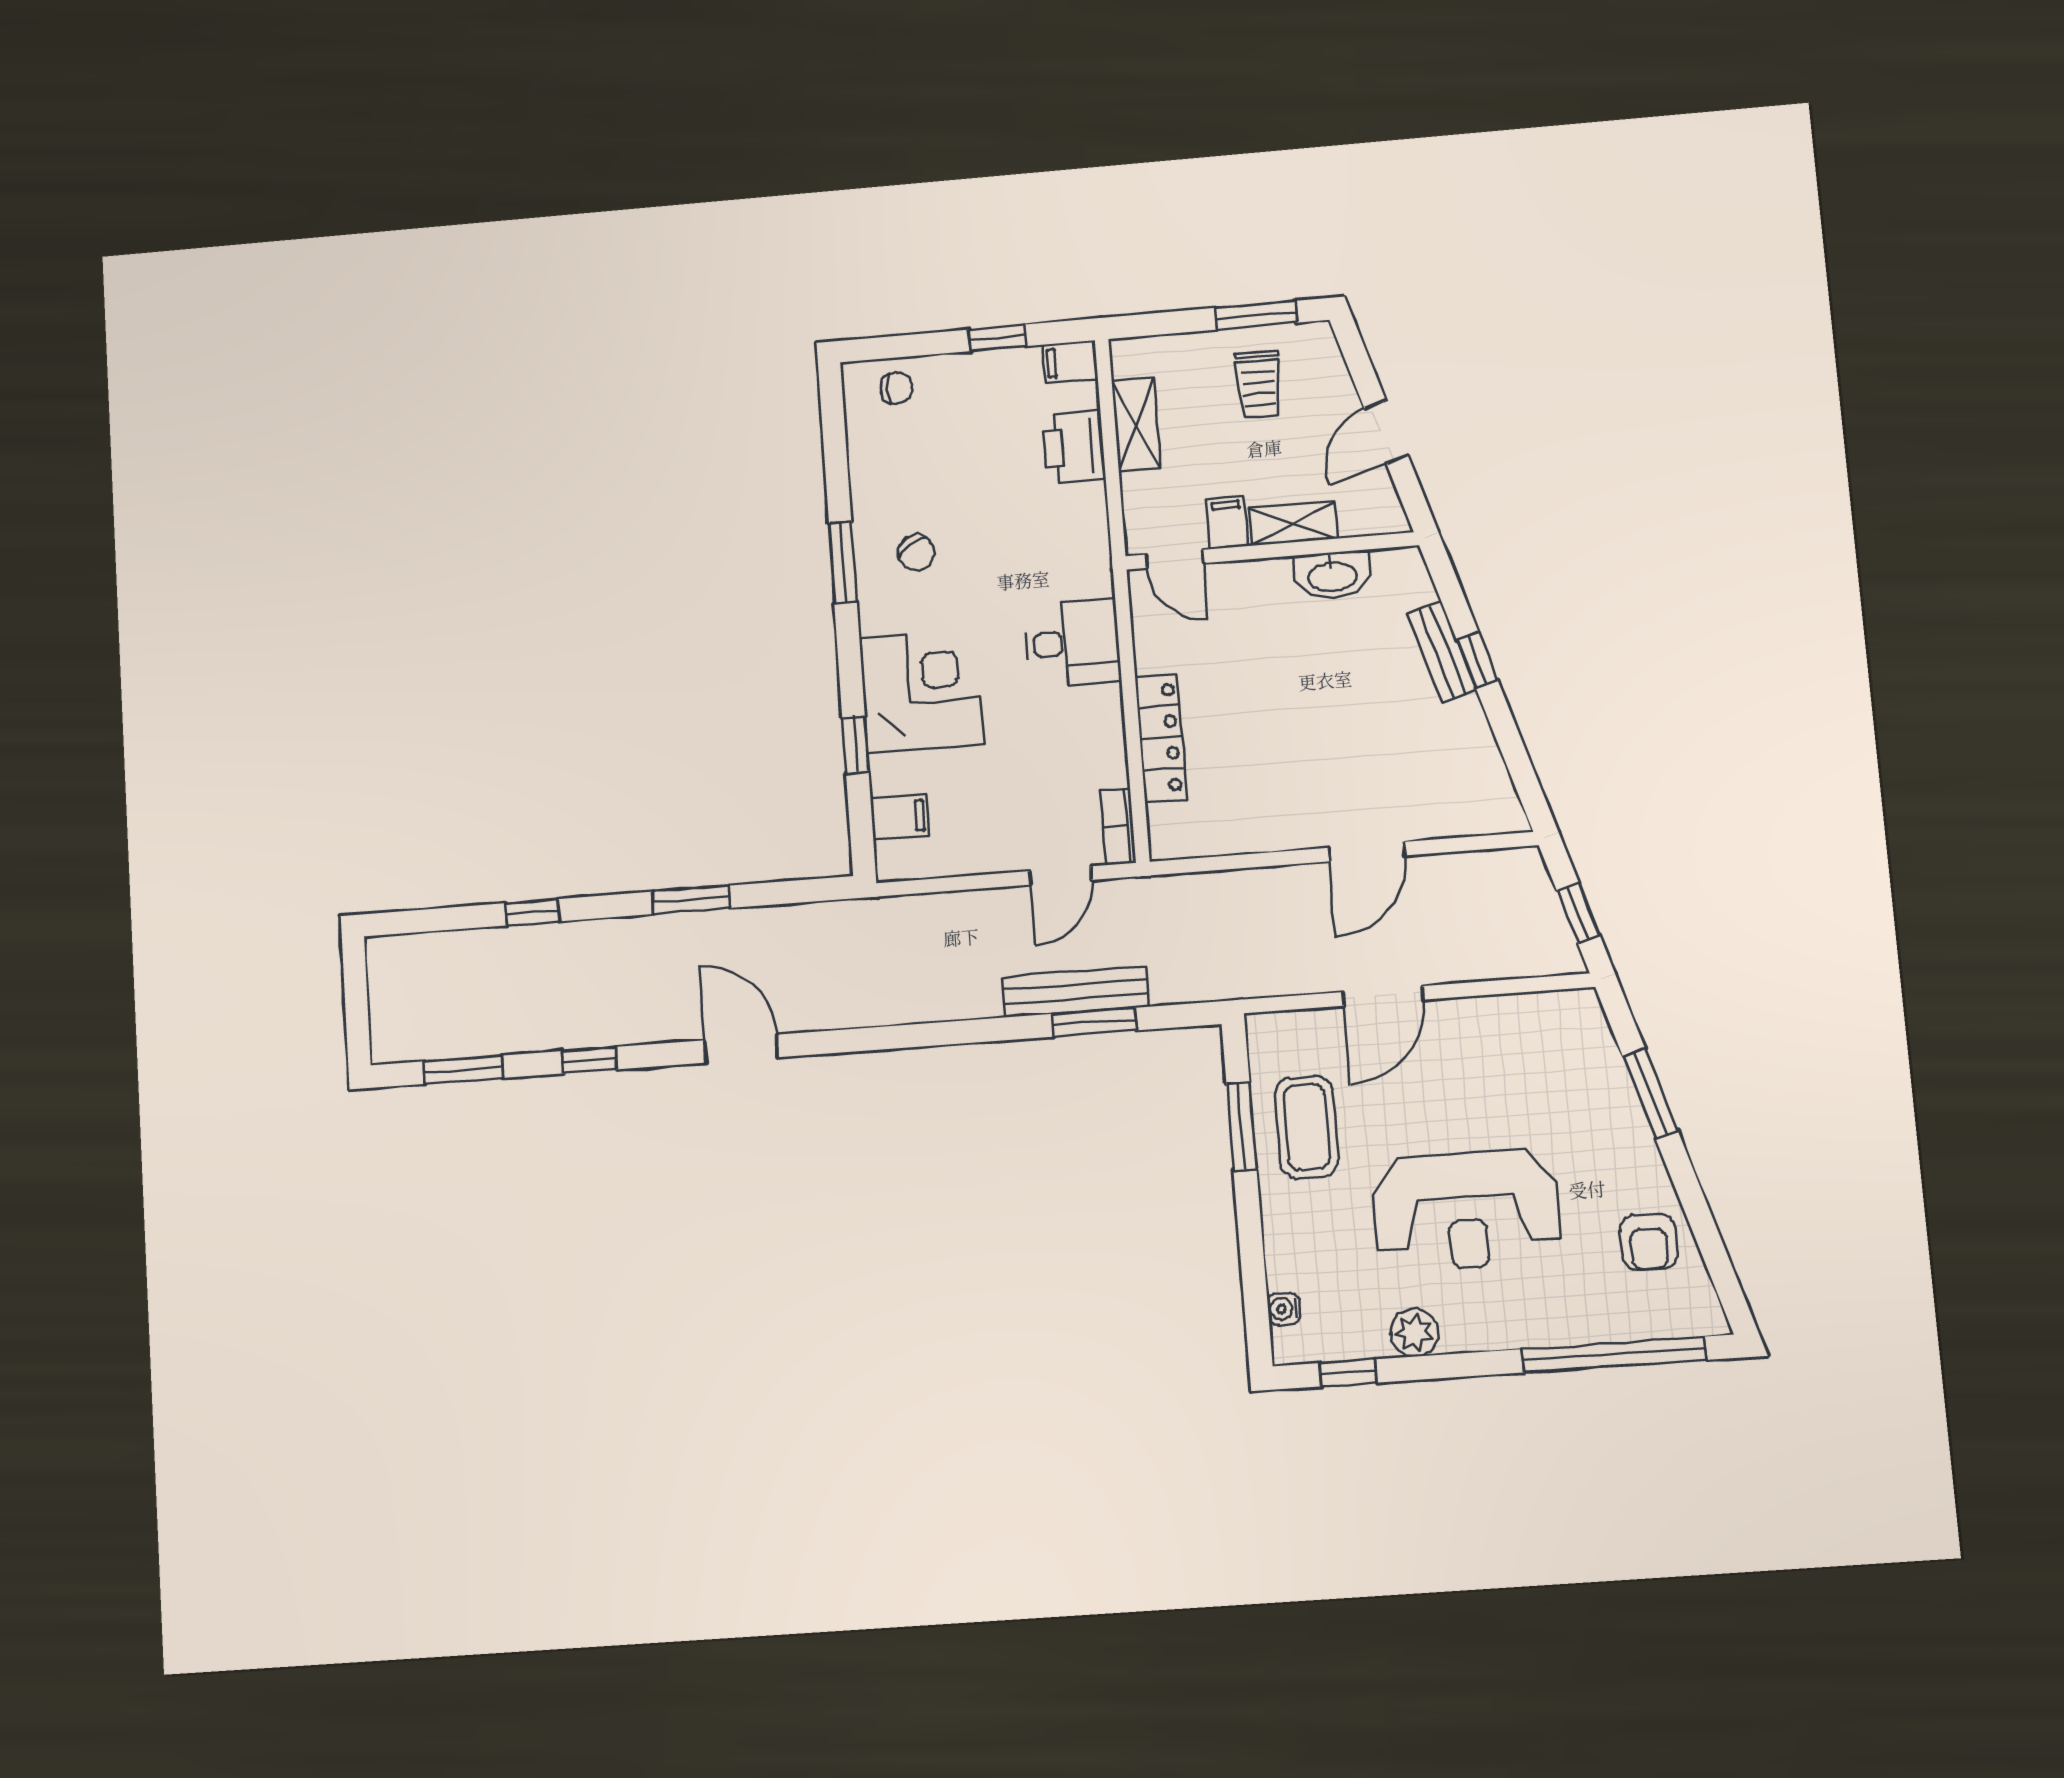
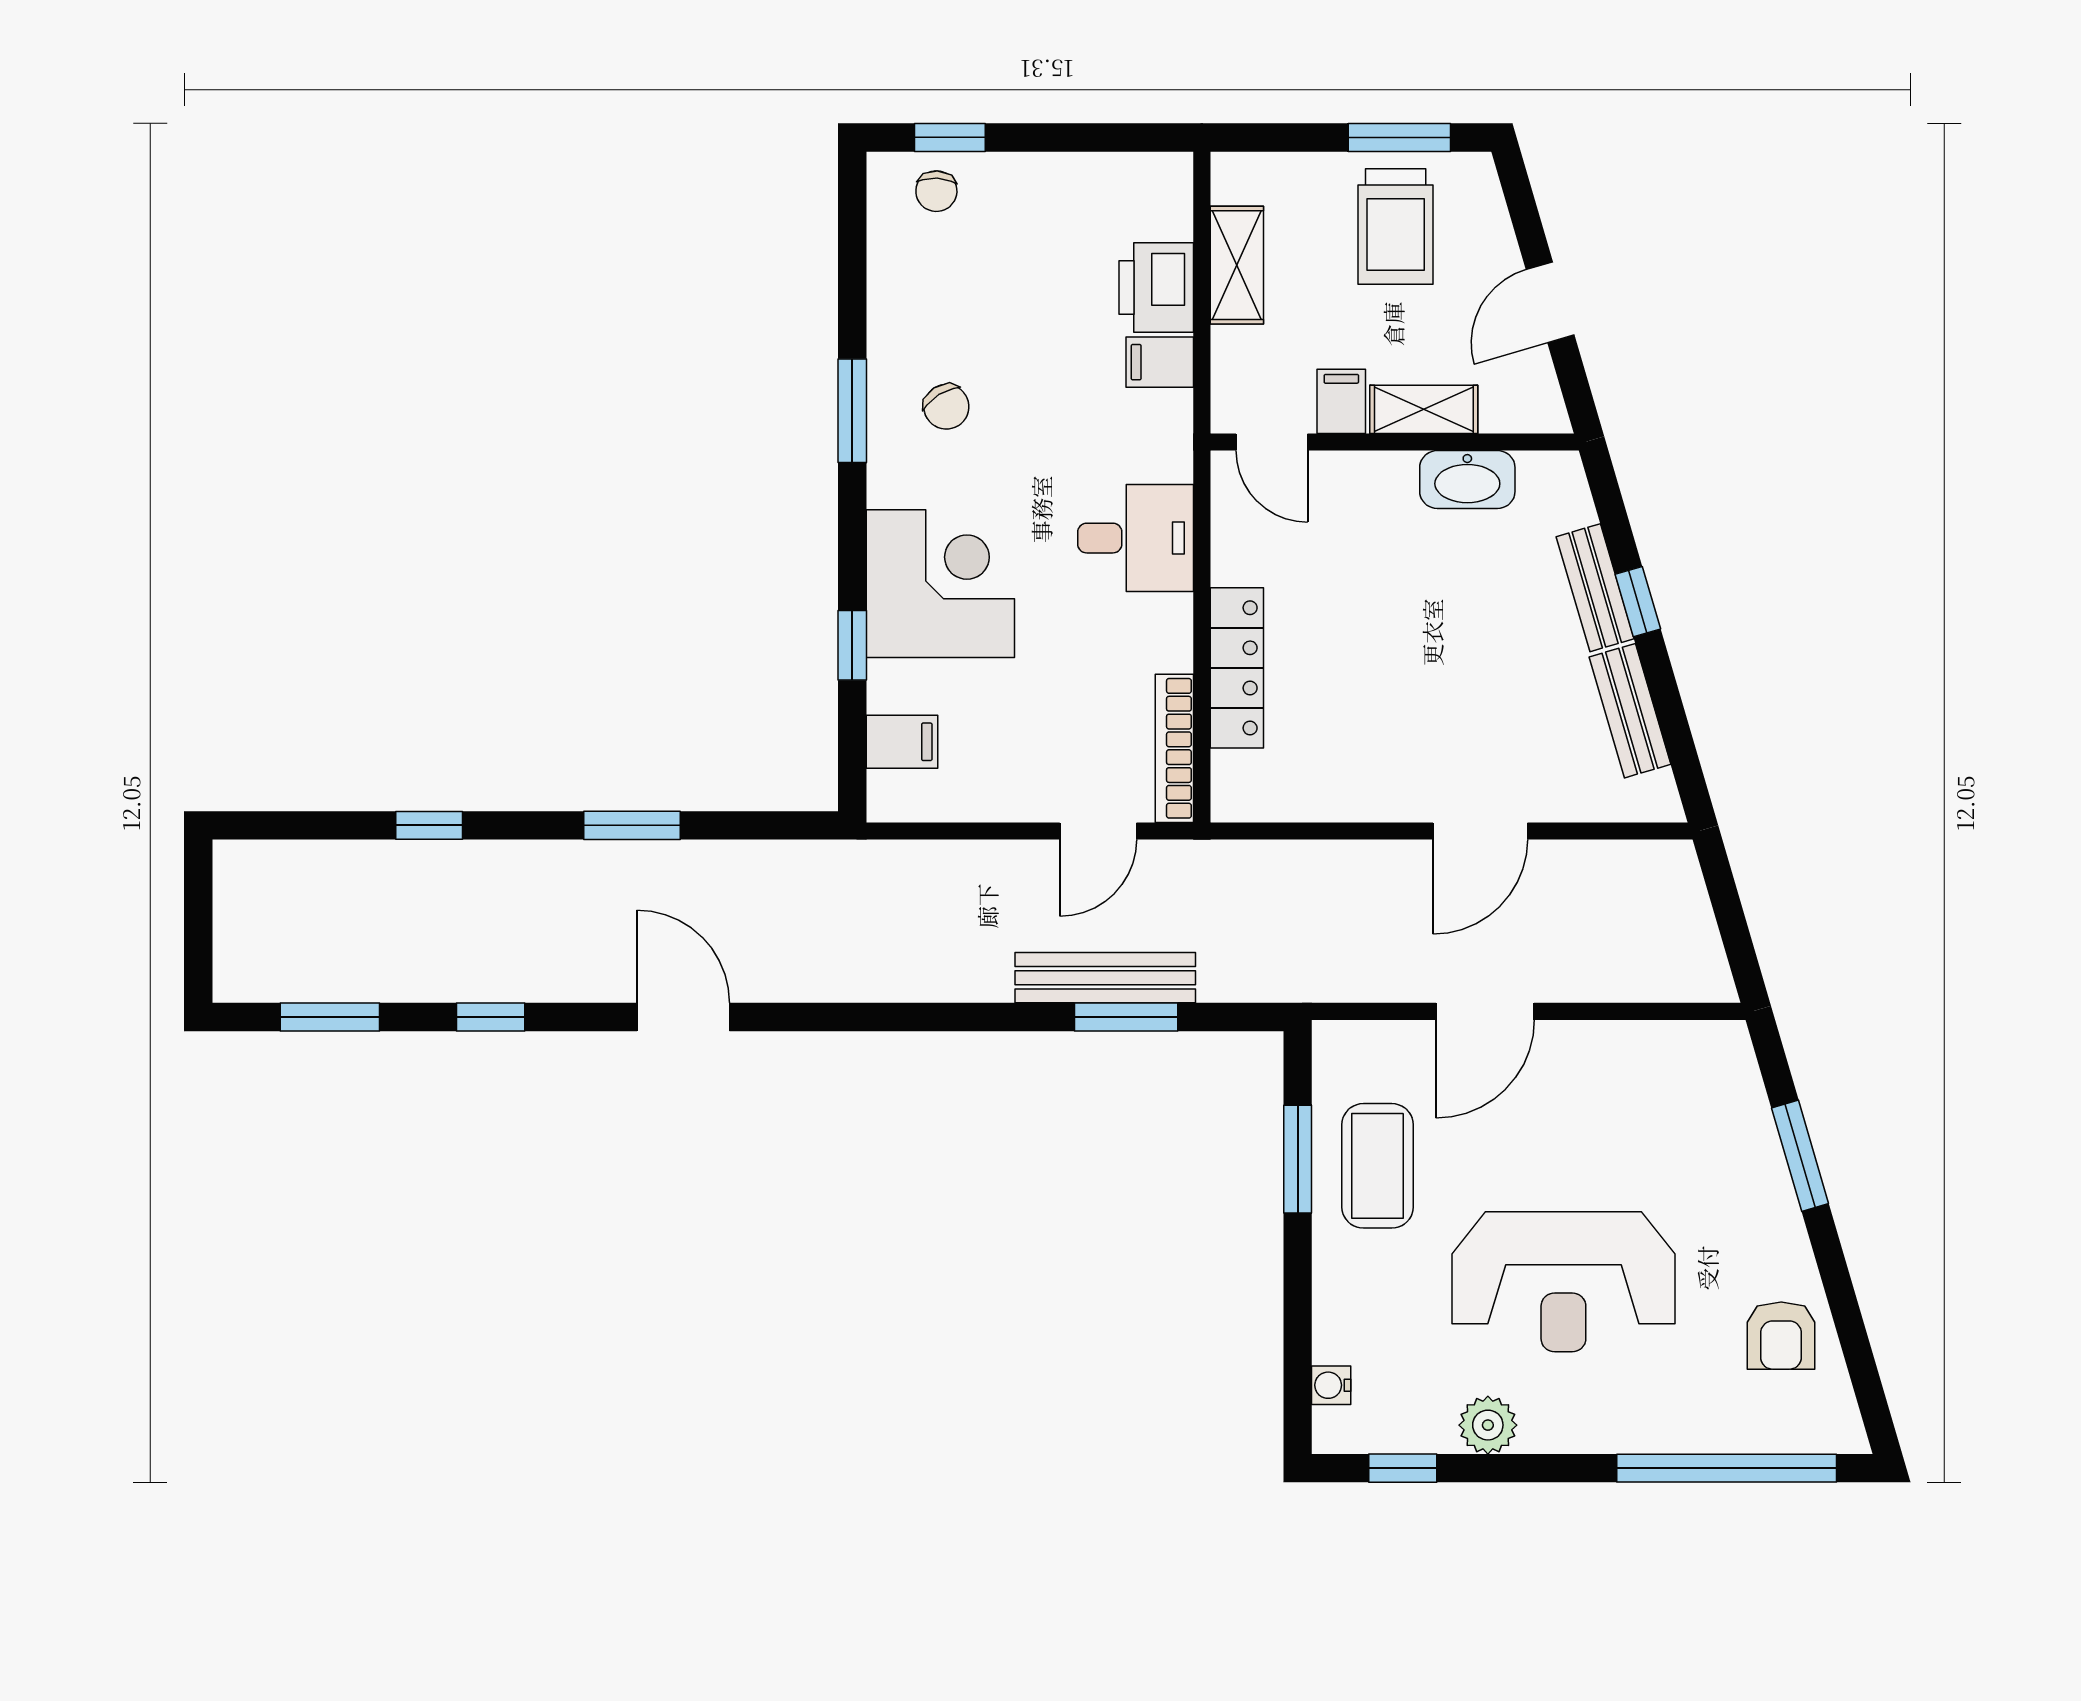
window: (997, 338) -> (950, 137), moved
filing cabinet: (1070, 362) -> (1160, 362), moved
trolley: (1259, 384) -> (1396, 226), width x1.36, depth x1.39
chair: (897, 388) -> (936, 191), turned 93
bench: (1479, 747) -> (1630, 711), added
bookcase: (1118, 826) -> (1174, 748), width x1.56
window: (1578, 913) -> (1733, 927), removed

